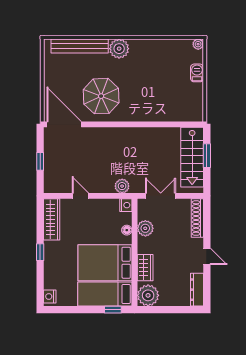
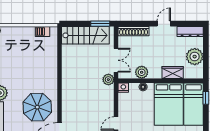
barbecue: (197, 73) -> (42, 31), moved
window: (207, 156) -> (100, 24), moved
plant: (122, 186) -> (108, 80), moved
double door: (161, 196) -> (116, 60), swing flipped
plant: (148, 295) -> (195, 57), moved

